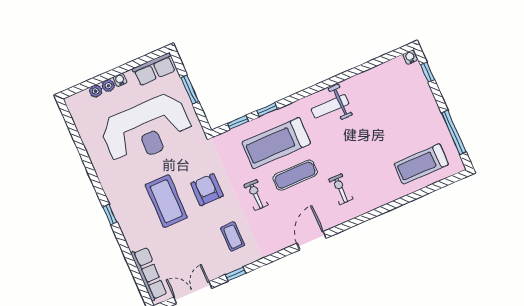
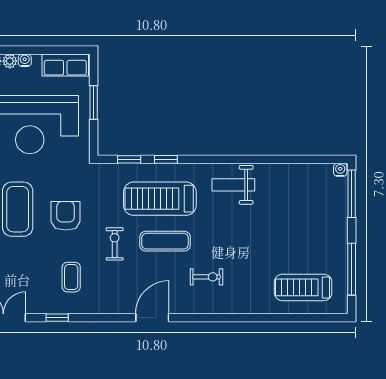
window: (428, 72) -> (352, 194), width x2.17
exercise bike: (341, 189) -> (206, 277), turned 90

